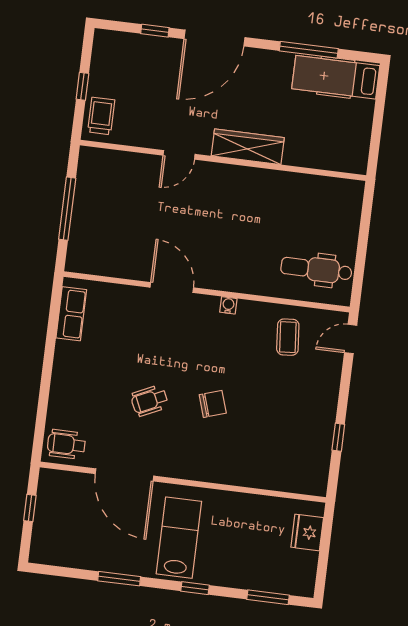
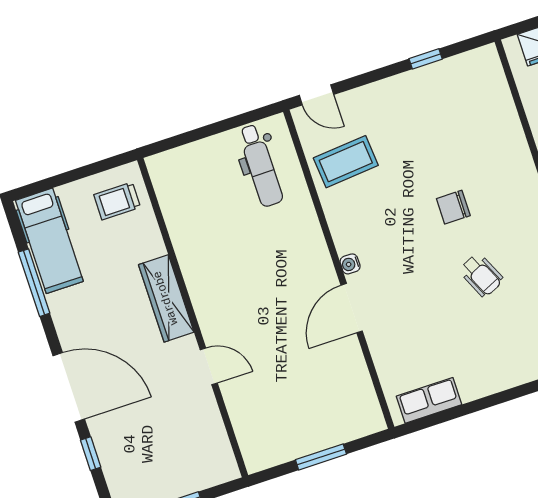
trolley: (101, 116) -> (117, 201), moved
window: (67, 209) -> (321, 457), width x0.69
water cooler: (228, 305) -> (350, 264), moved
coffee table: (288, 337) -> (346, 162), width x1.36, depth x1.30
chair: (213, 404) -> (453, 207), turned -72

